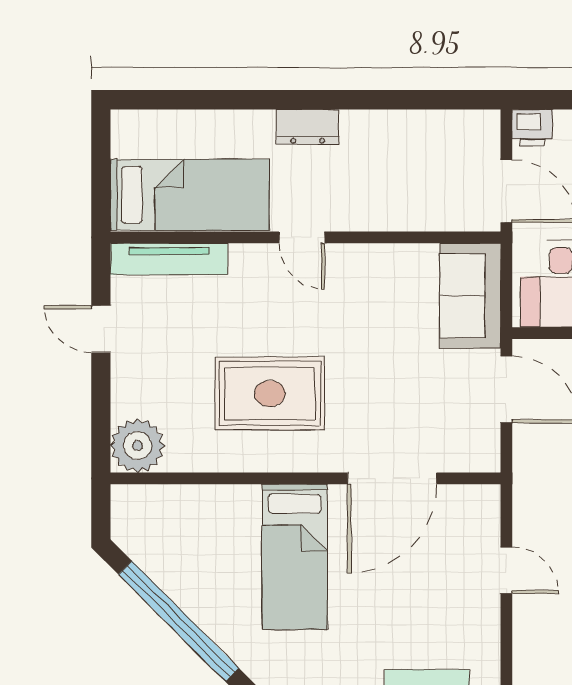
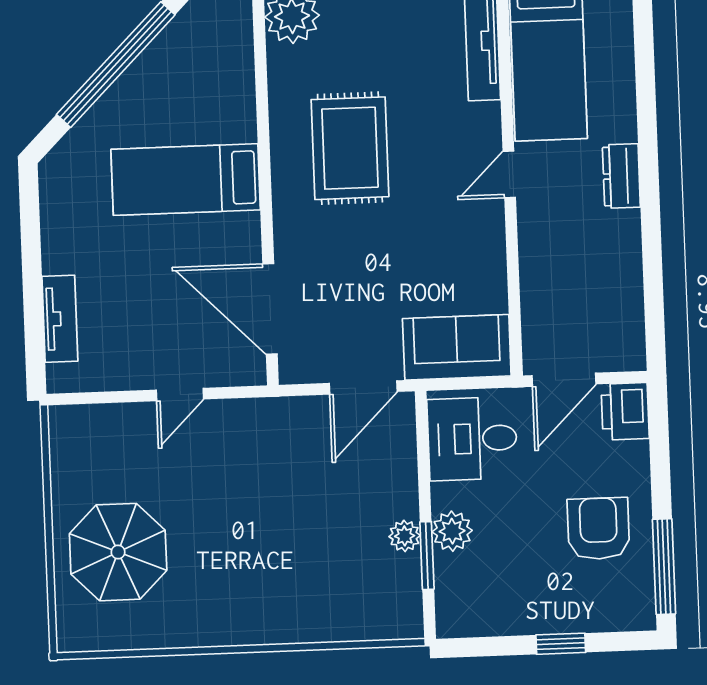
printer: (532, 128) -> (625, 411), width x1.36, depth x1.24
door: (392, 478) -> (270, 309), moved

